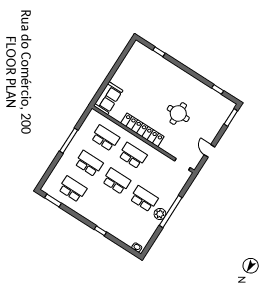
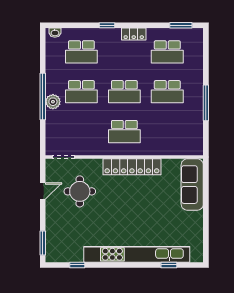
kitchen unit: (175, 72) -> (137, 254), added
sofa: (108, 98) -> (192, 185), width x1.36
round table: (178, 114) -> (80, 191), moved
school desk: (105, 138) -> (81, 52), moved
door: (209, 151) -> (43, 191), hinge flipped
locker: (87, 214) -> (134, 34), added
plant: (160, 214) -> (53, 102), moved

